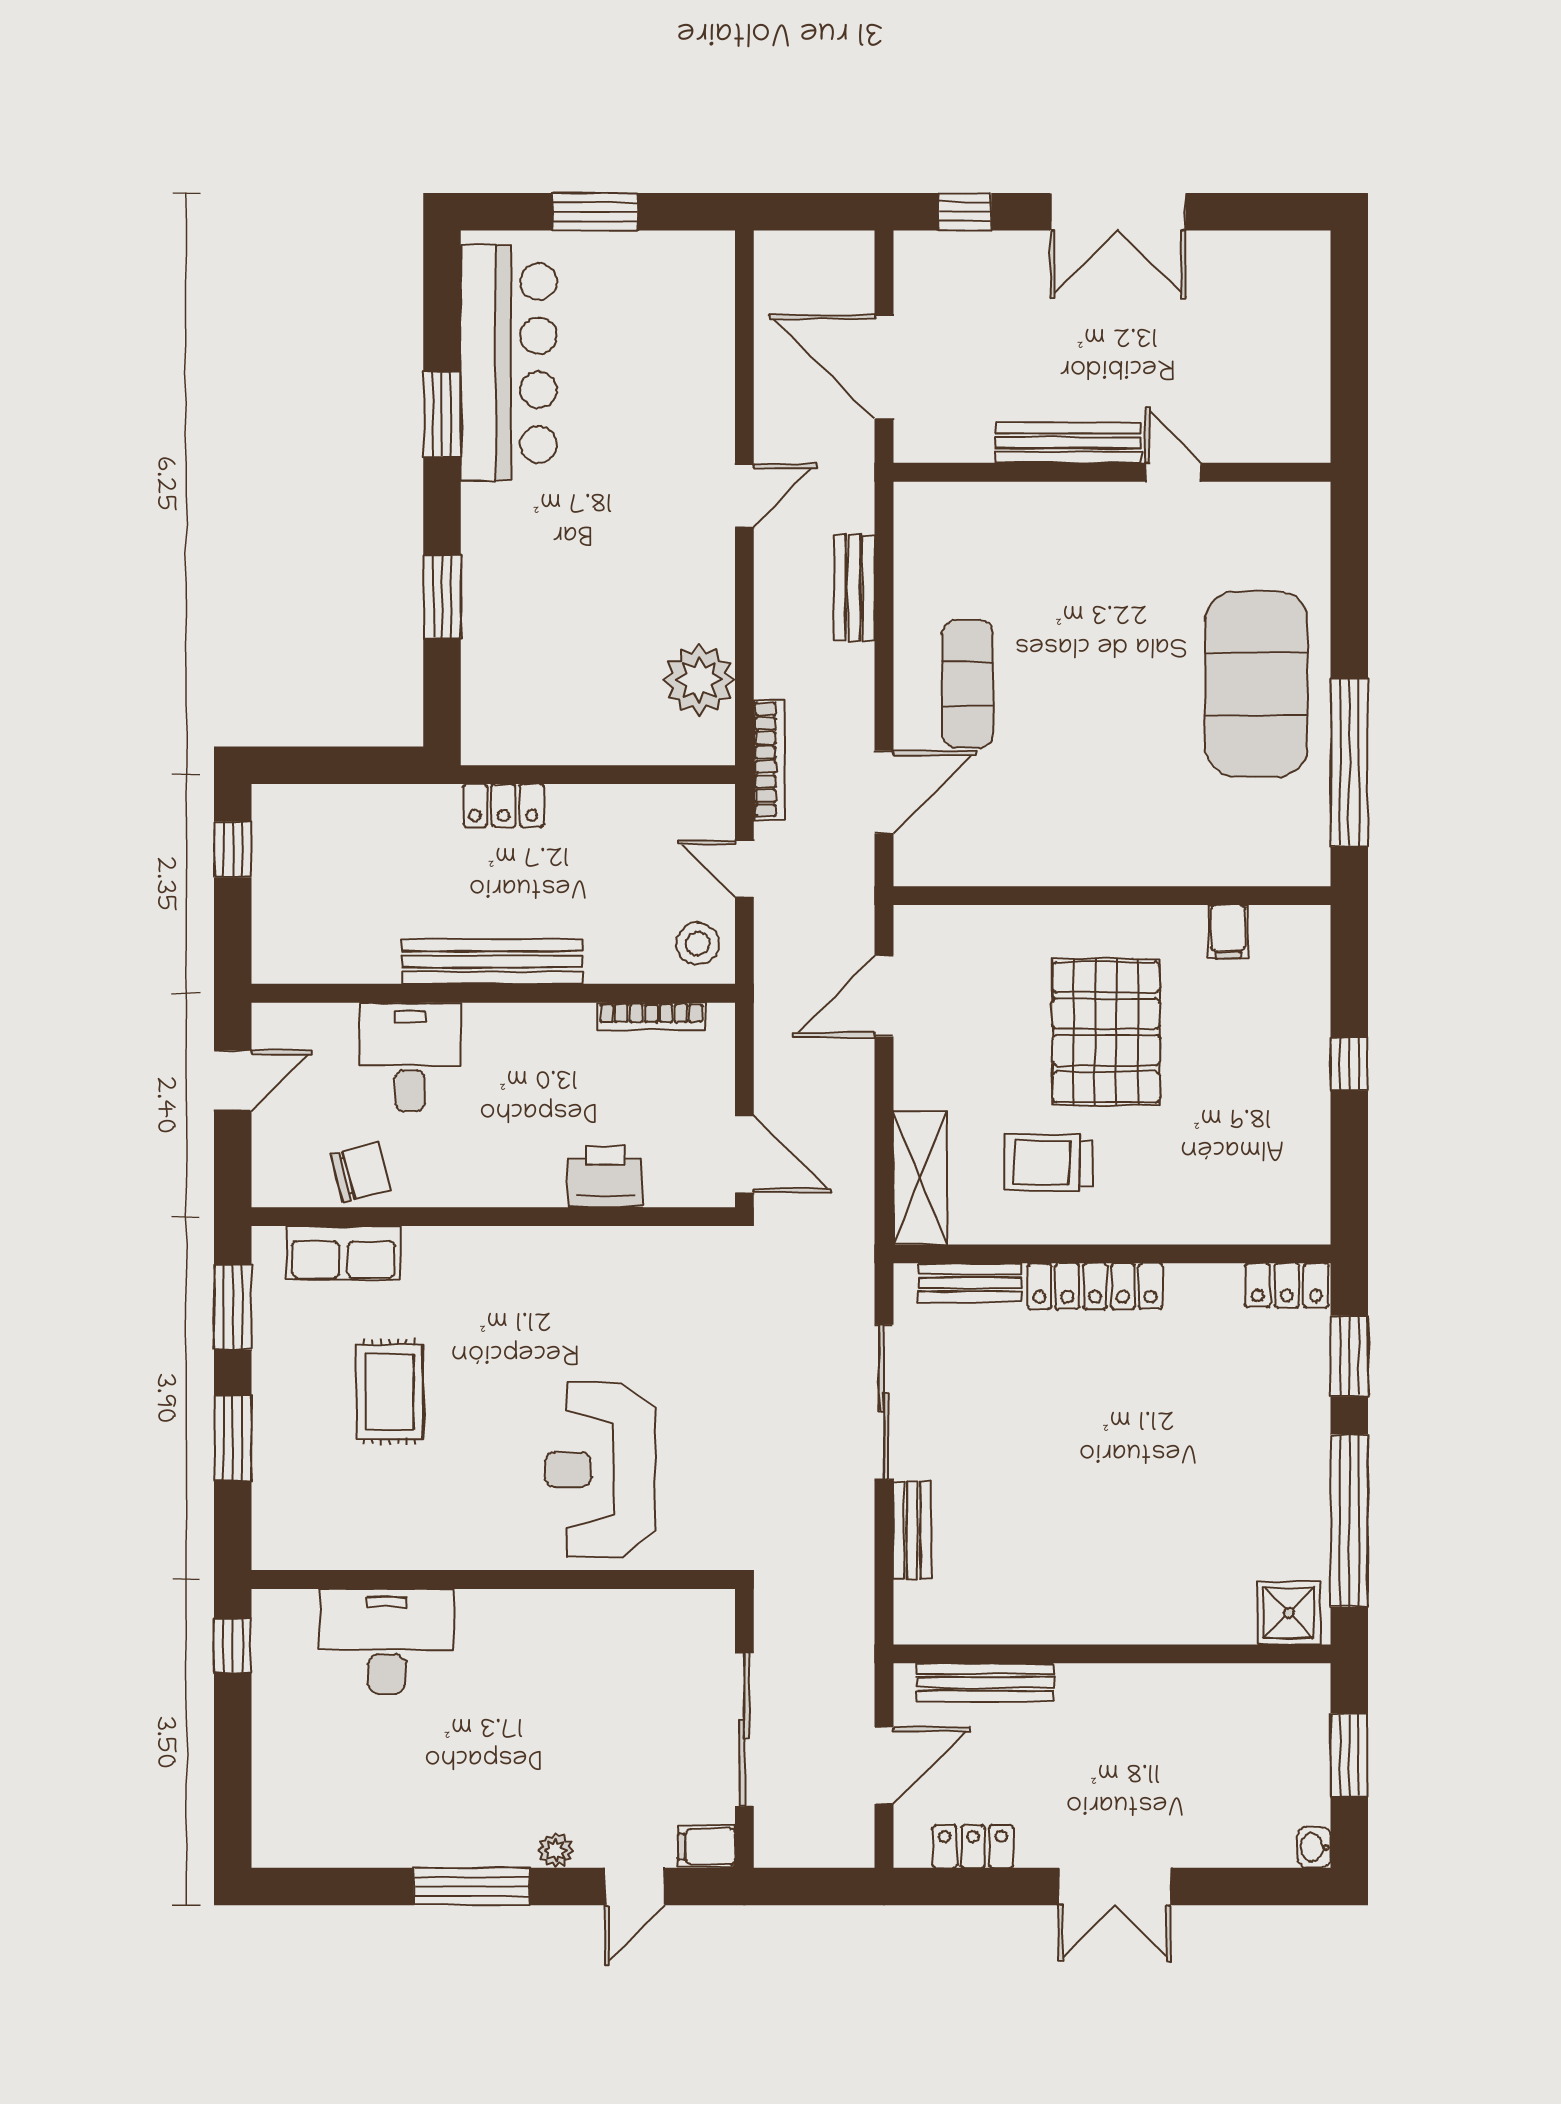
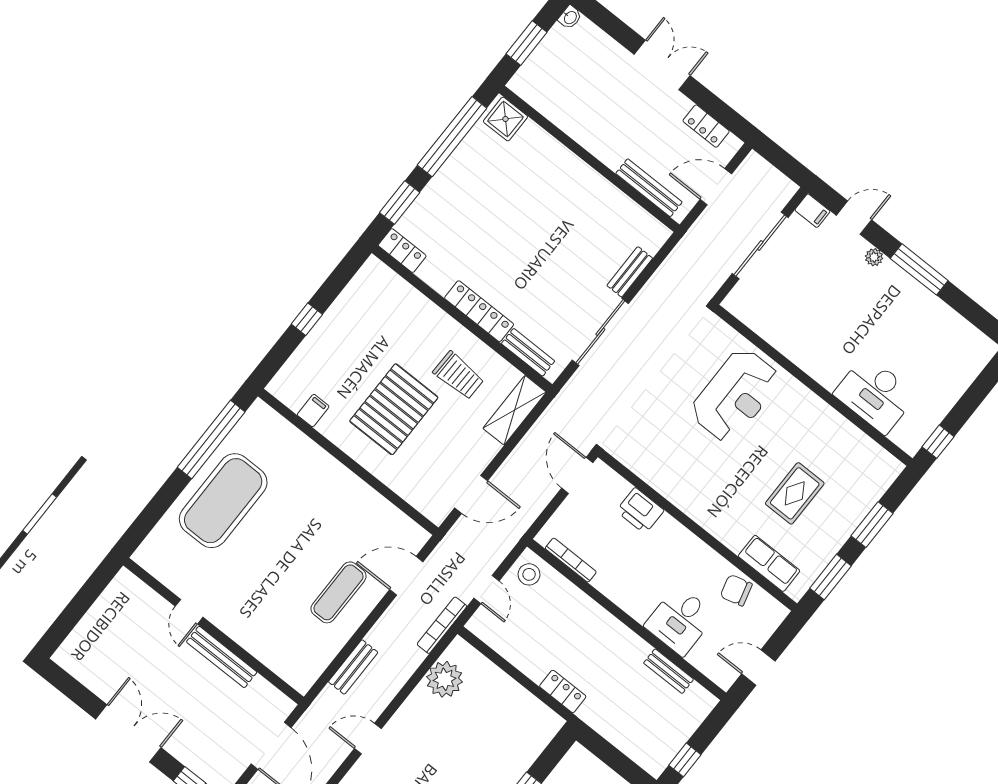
bench: (492, 962) -> (669, 671), moved, width x0.54, depth x0.82

